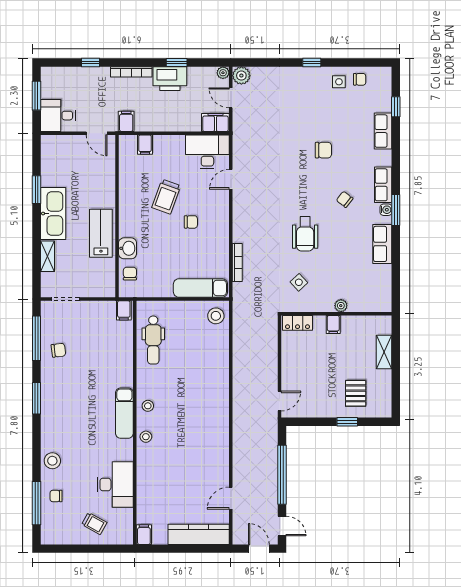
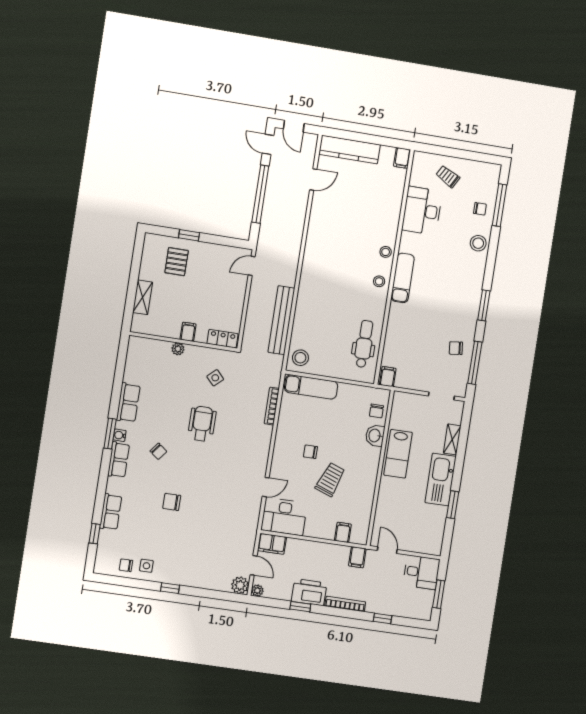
bench: (241, 351) -> (281, 320), added

